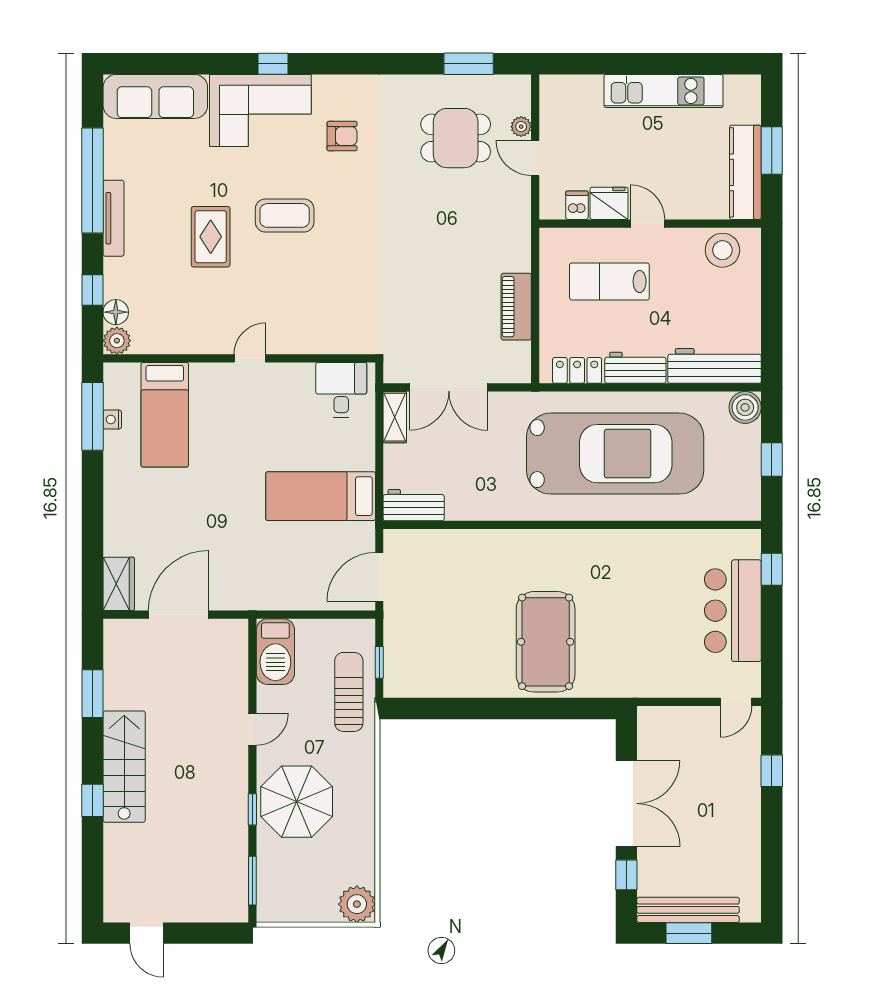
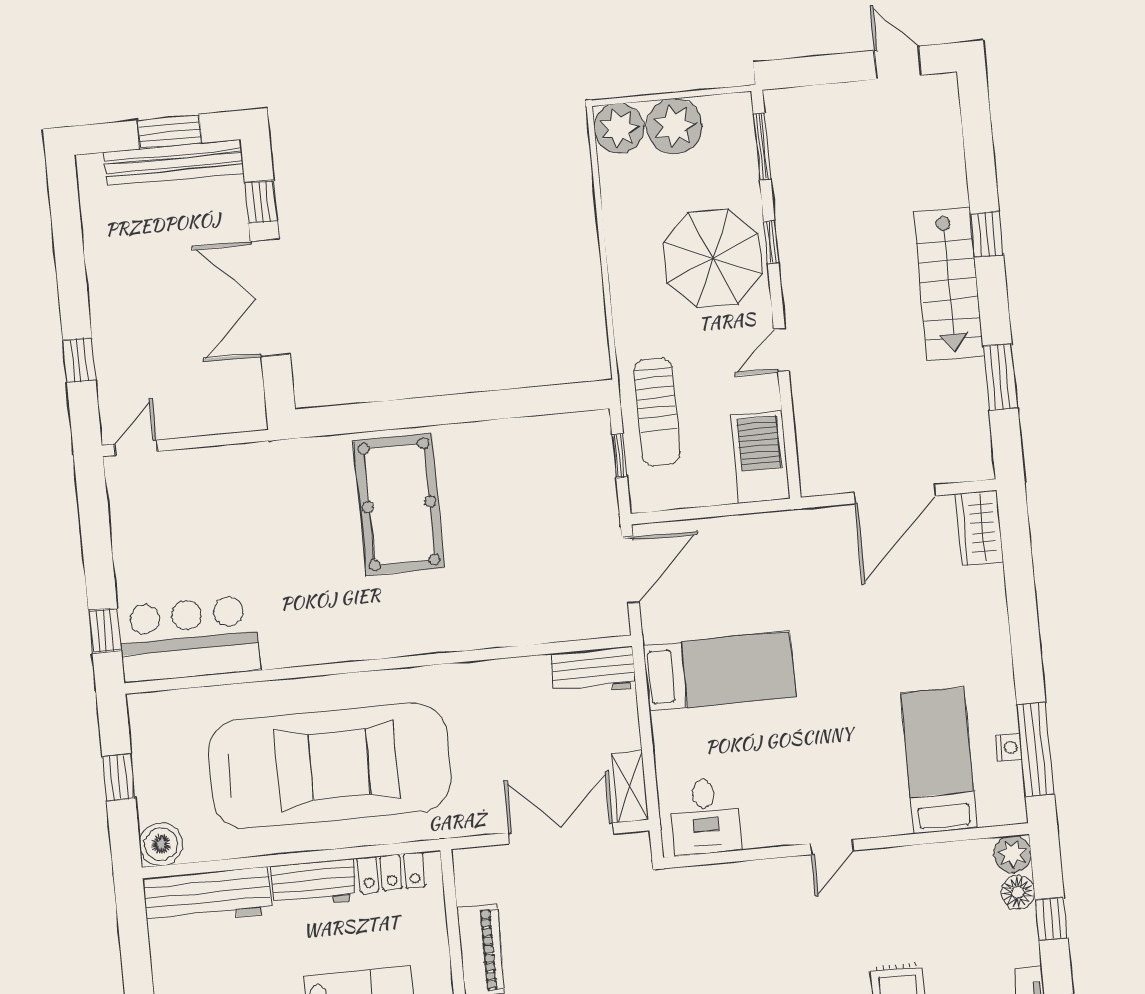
car: (615, 454) -> (330, 766), turned 180
bar counter: (733, 611) -> (189, 639), moved, turned -90
plant: (316, 902) -> (675, 126), added

